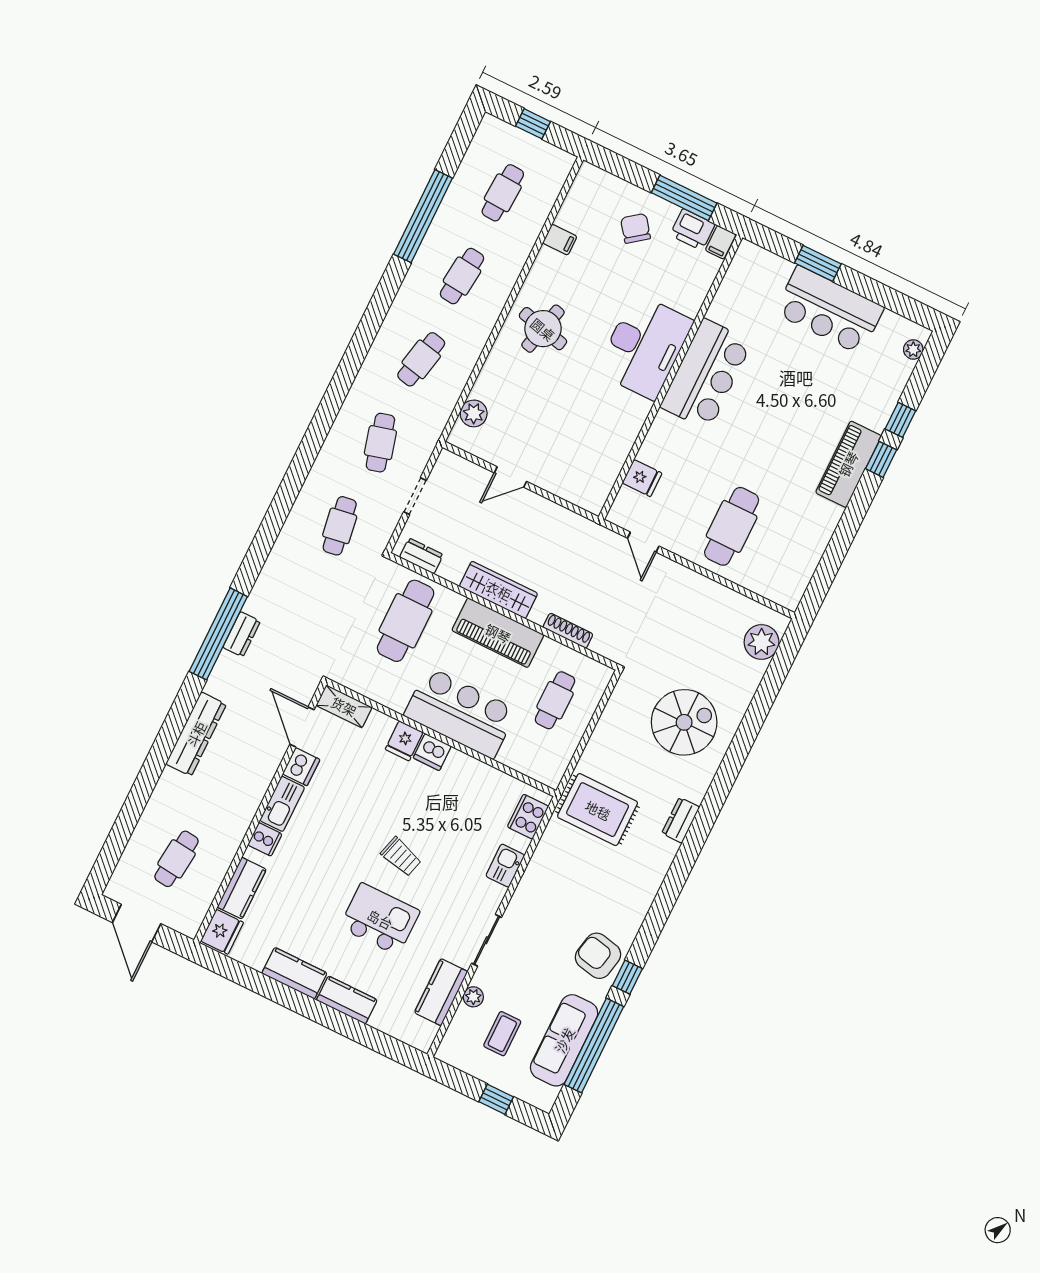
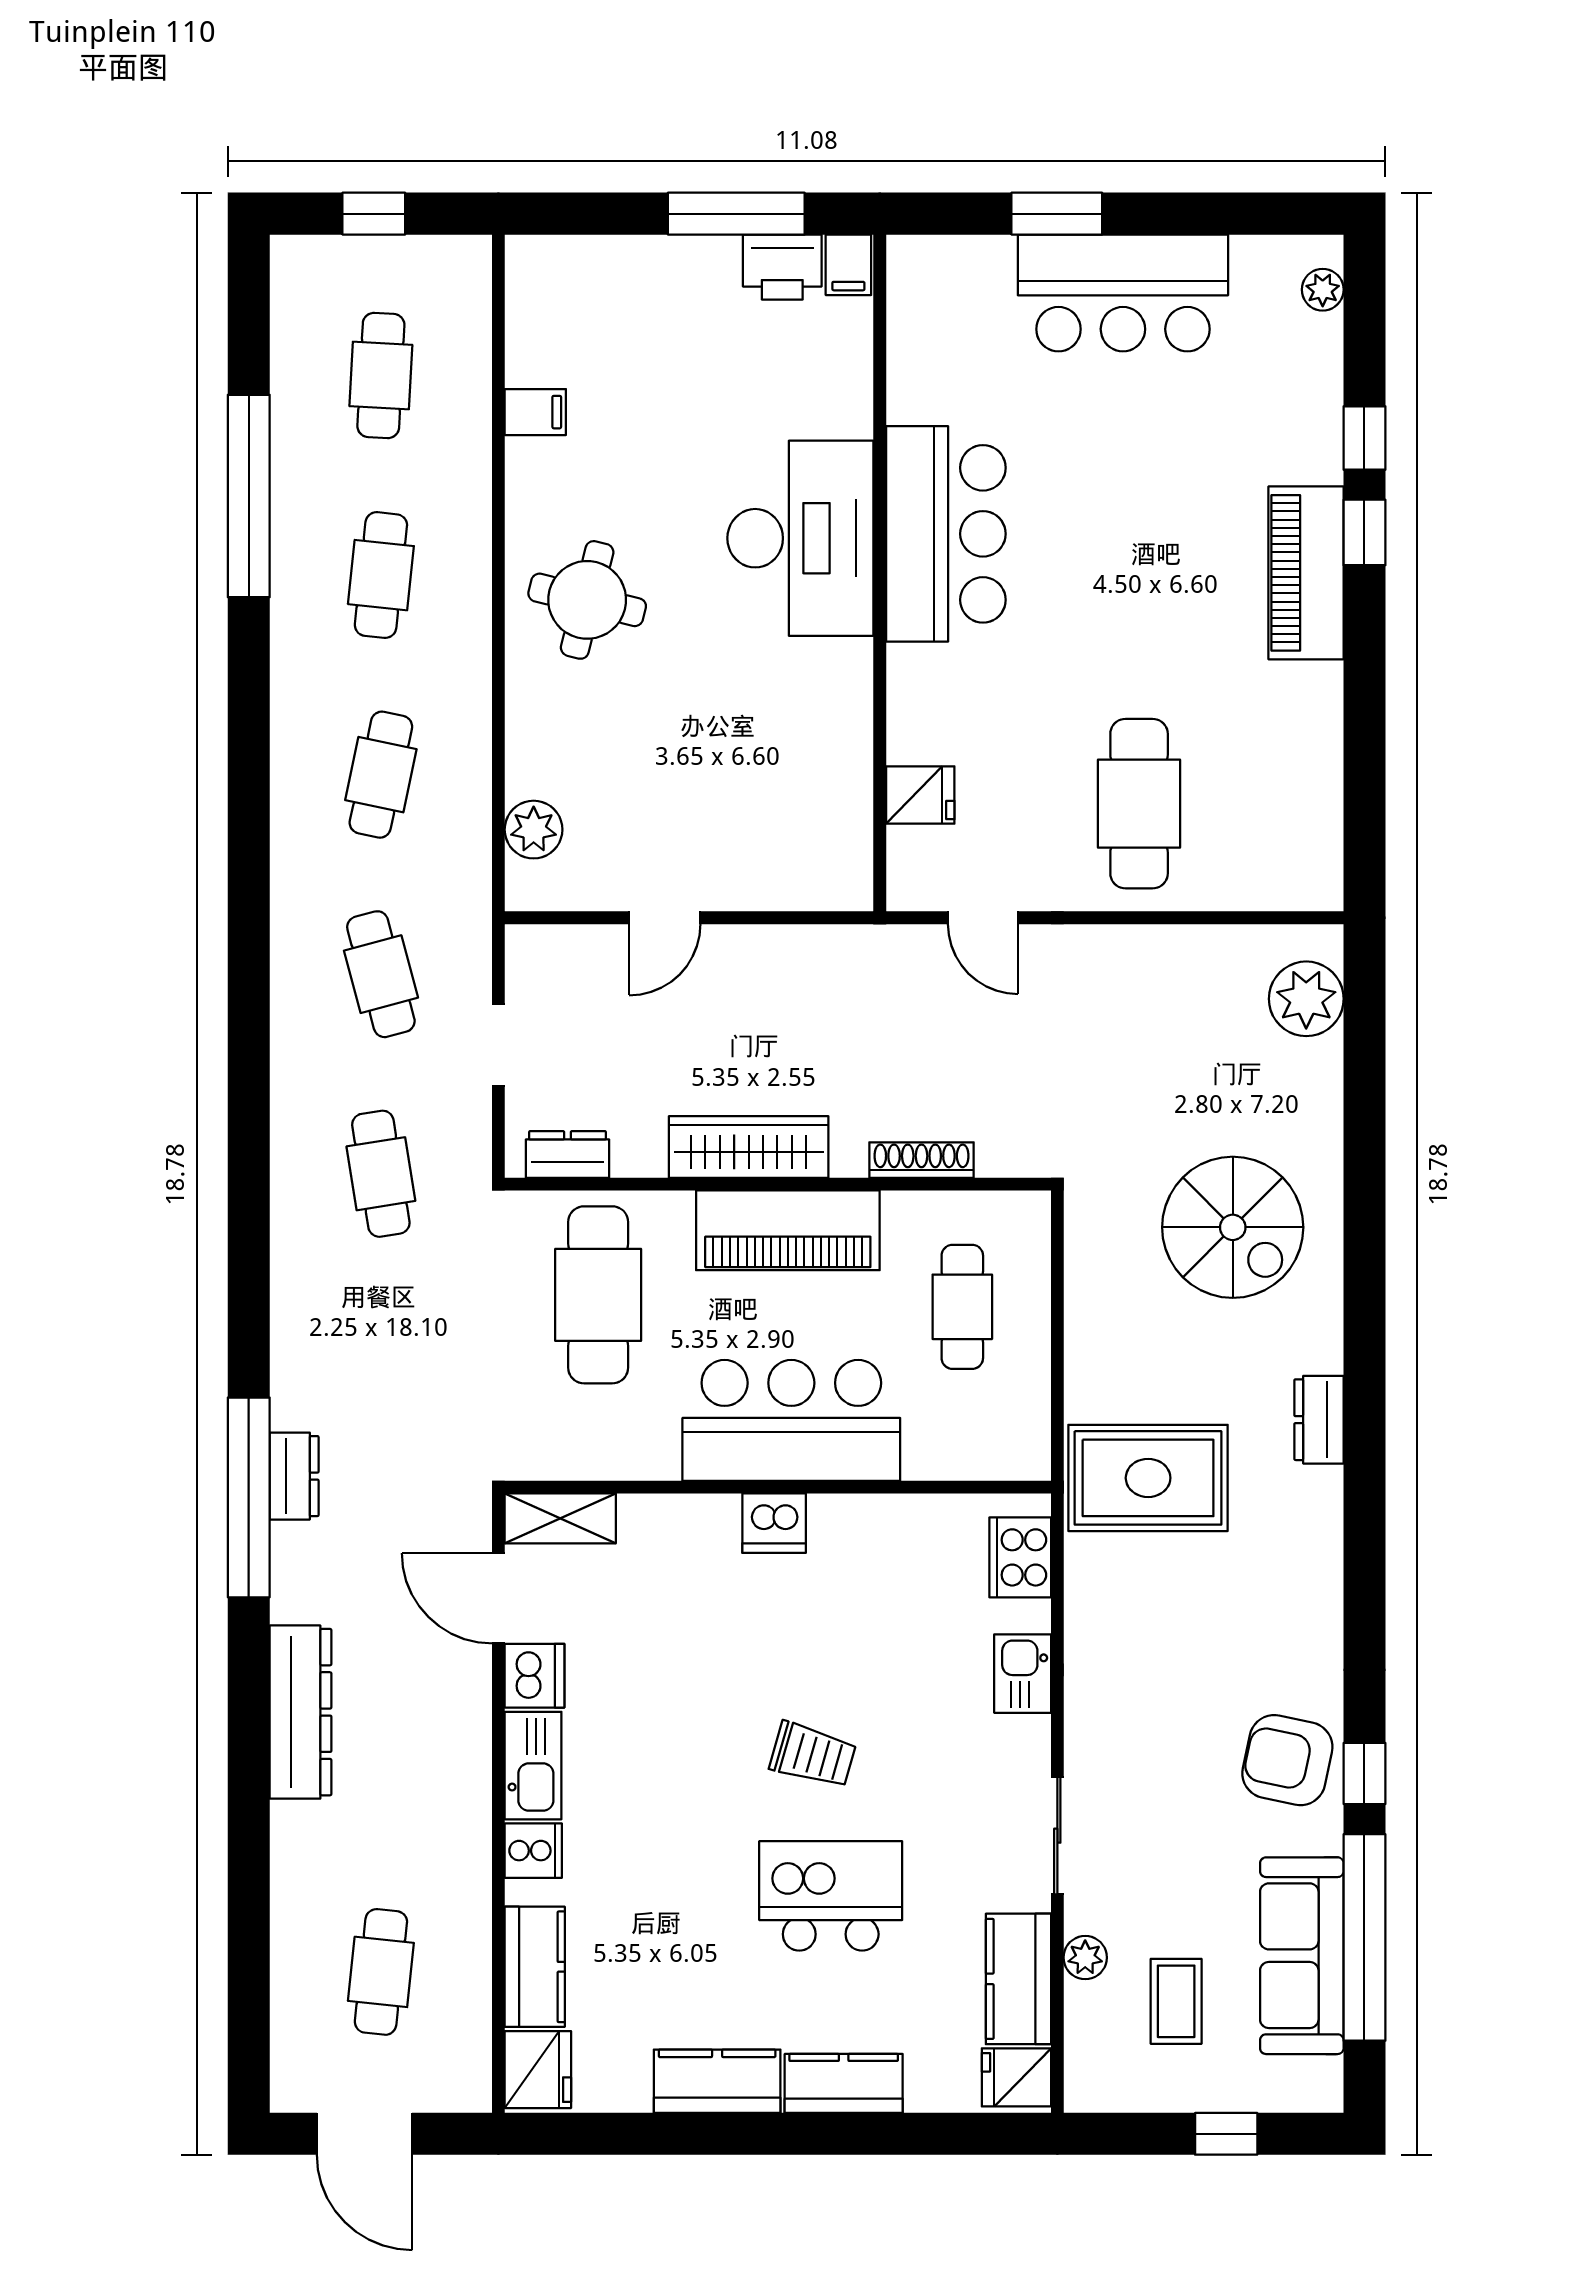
chair: (635, 228) -> (671, 319), removed
spiral stairs: (684, 722) -> (1233, 1227), turned 90
fridge: (404, 741) -> (1016, 2077), moved, turned 90

